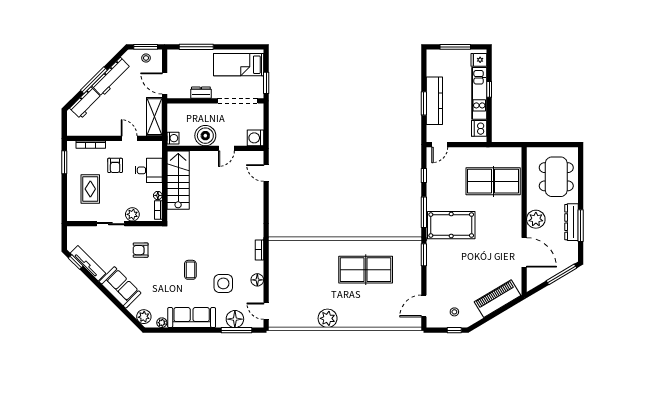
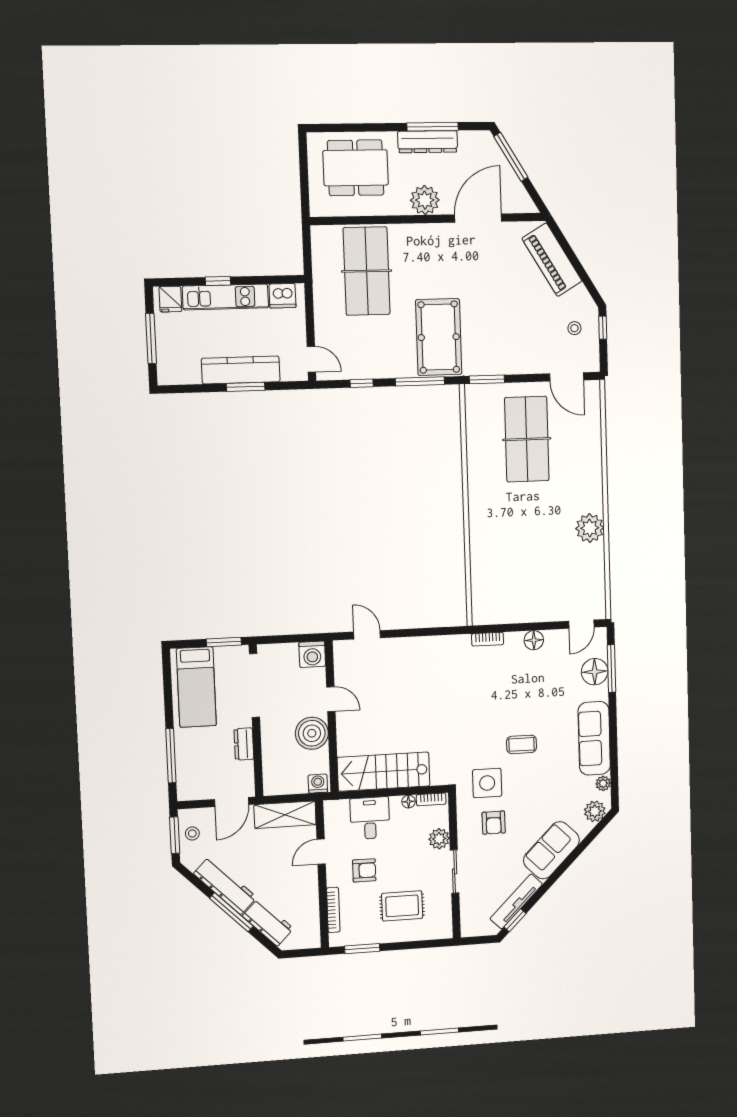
door: (266, 173) -> (367, 635), swing flipped
table tennis table: (366, 270) -> (527, 439), moved
side table: (223, 283) -> (487, 783), moved

